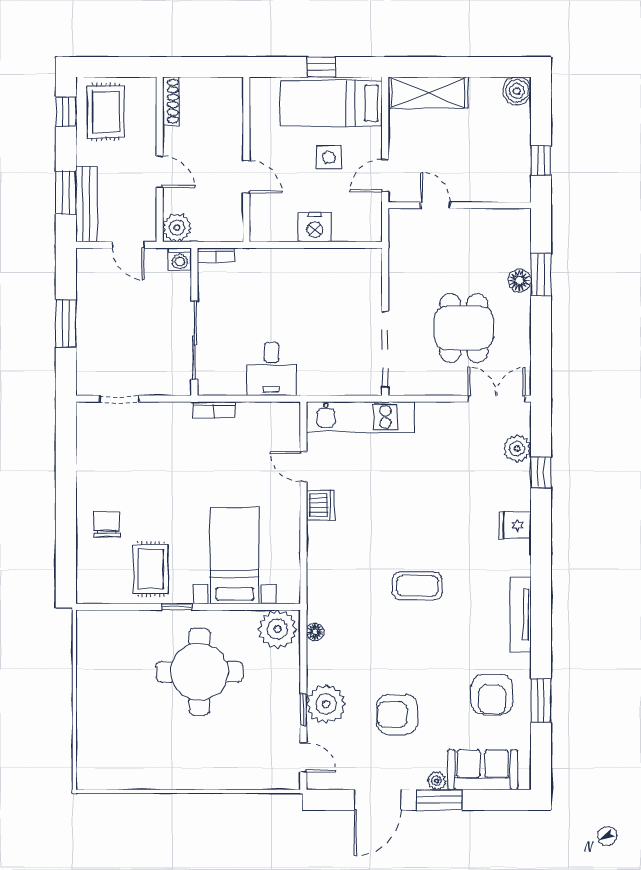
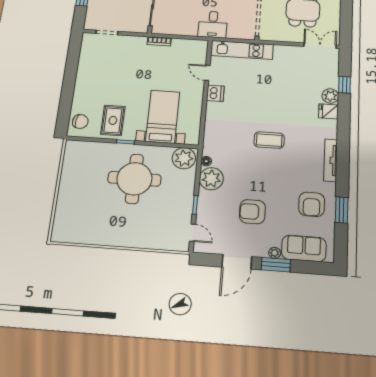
desk: (272, 369) -> (213, 24), moved
plant: (517, 449) -> (330, 96), moved
chair: (107, 524) -> (80, 122), moved, turned 97
plant: (326, 704) -> (211, 179), moved

